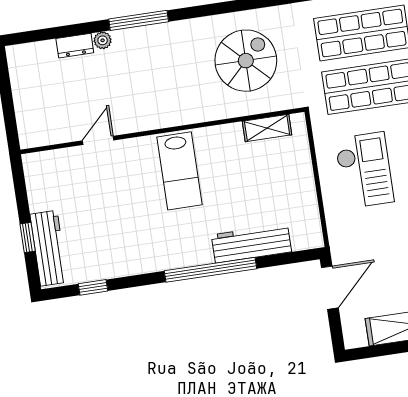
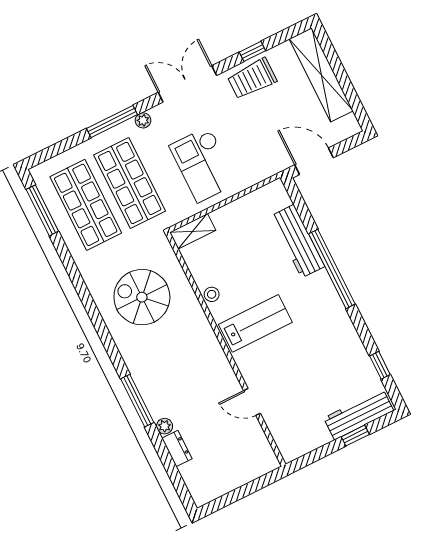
shelving: (267, 128) -> (193, 231), moved, turned 90
stool: (225, 135) -> (212, 294), added
checkout: (364, 170) -> (203, 164), turned -90

